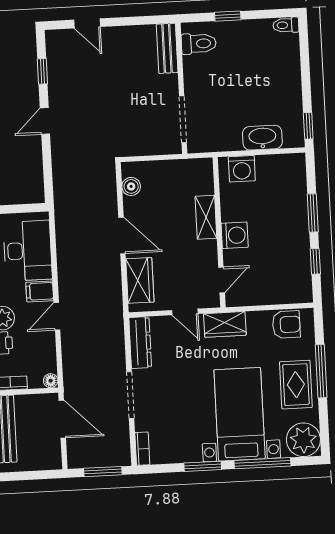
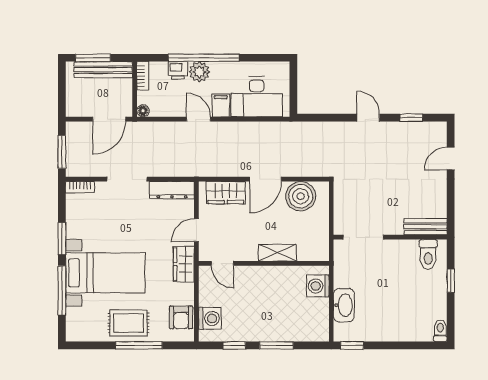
boiler: (131, 186) -> (301, 196), width x1.86, depth x1.86
washing machine: (235, 235) -> (210, 318), moved, turned -90
plant: (303, 440) -> (80, 327), removed

